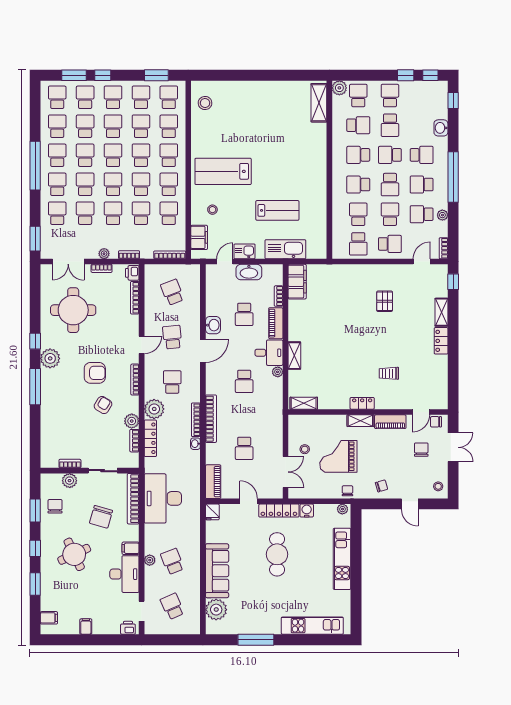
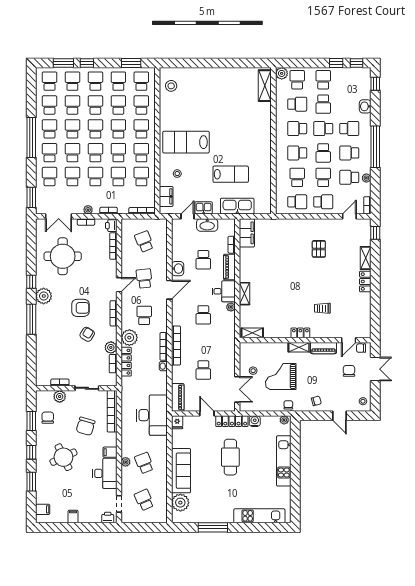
school desk: (358, 244) -> (297, 202), turned -90
desk: (163, 498) -> (152, 415), moved, turned 180

